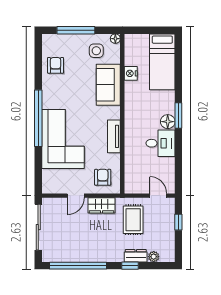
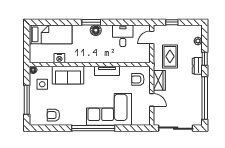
desk: (160, 143) -> (123, 36), moved
rug: (133, 220) -> (170, 56), turned 90
dresser: (136, 256) -> (197, 66), moved

